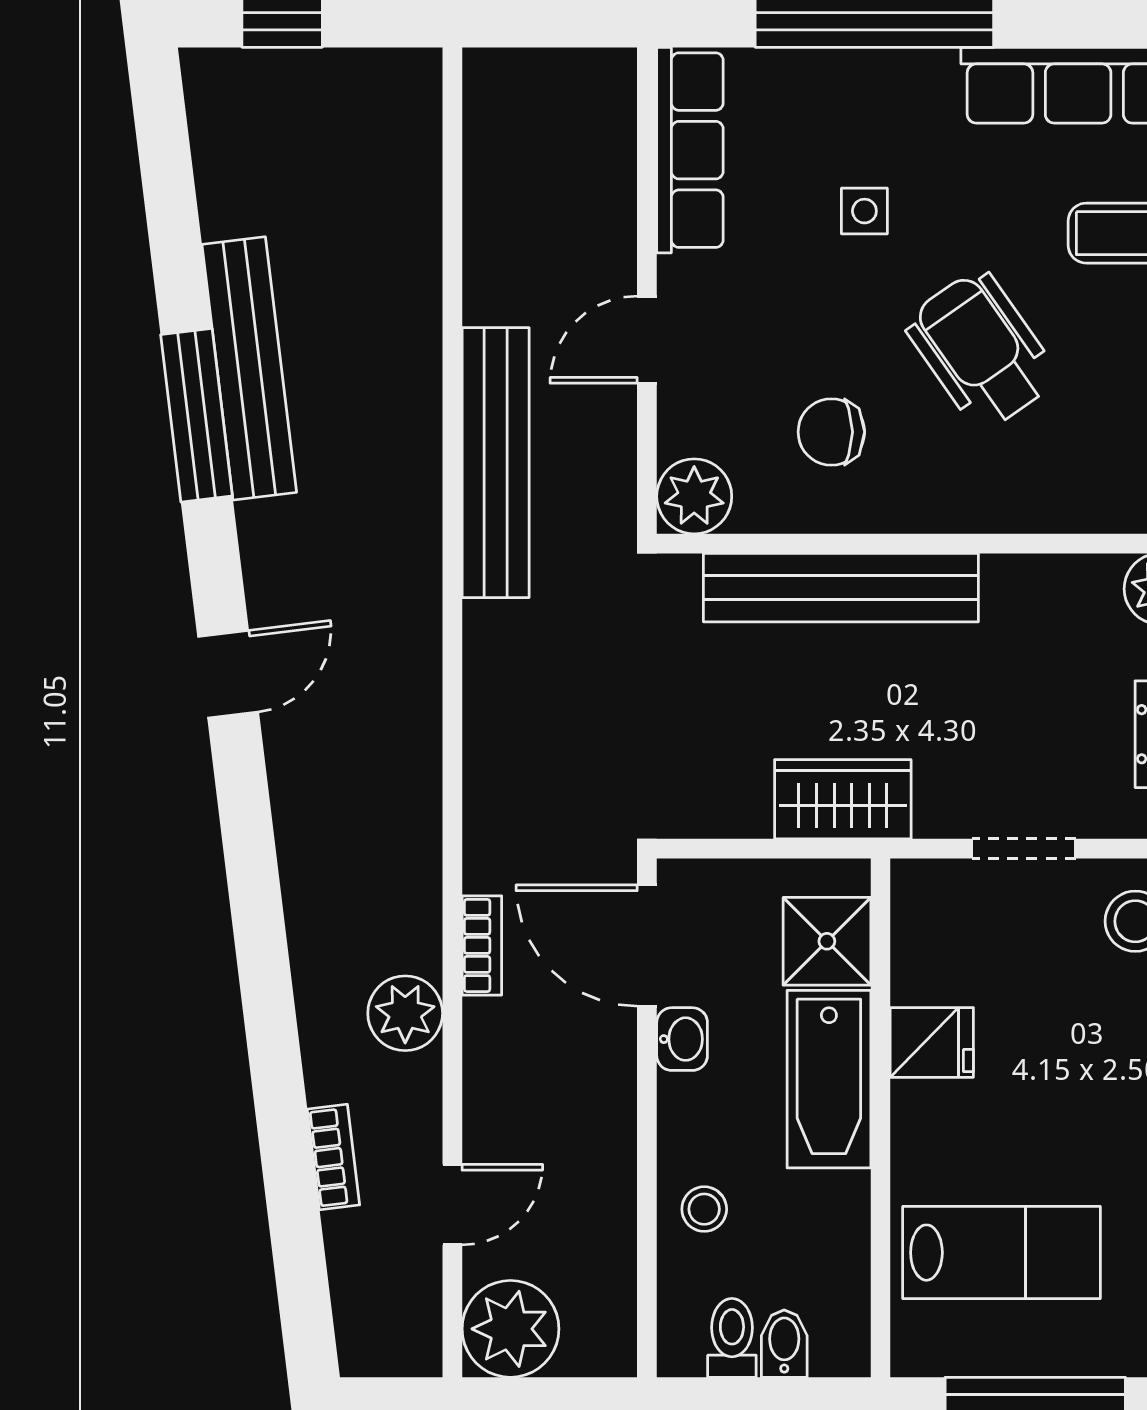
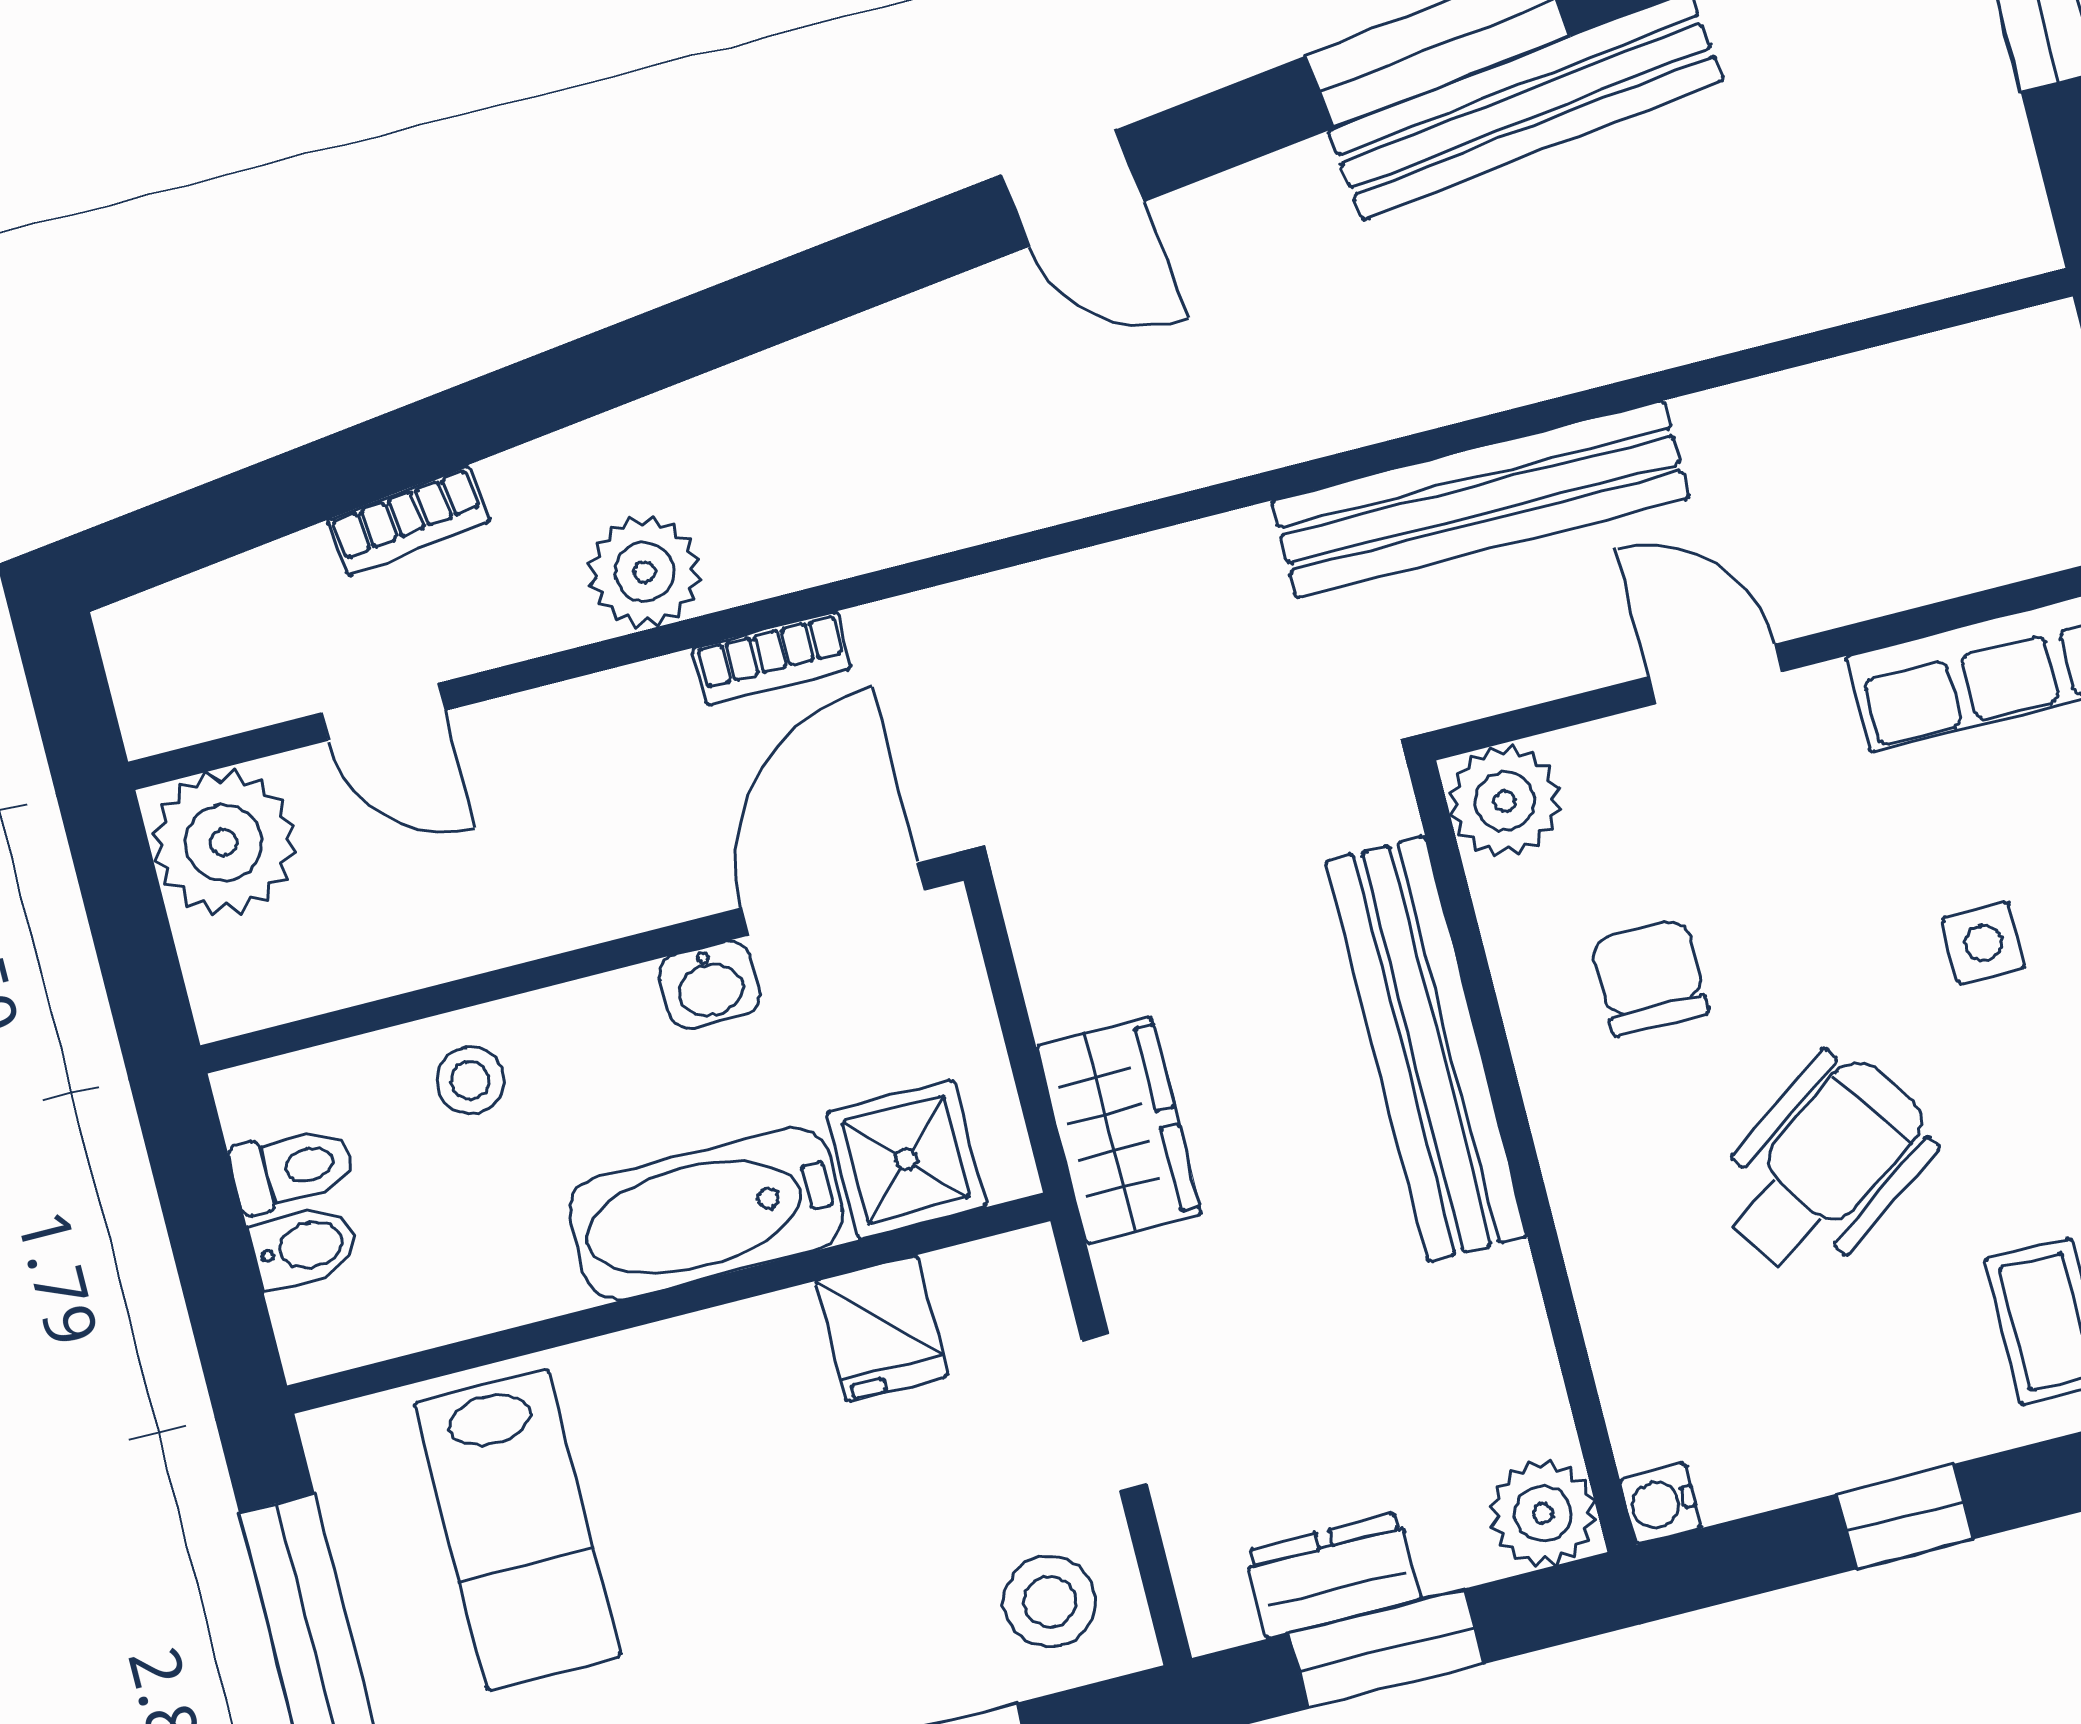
fridge: (932, 1042) -> (882, 1329), moved

